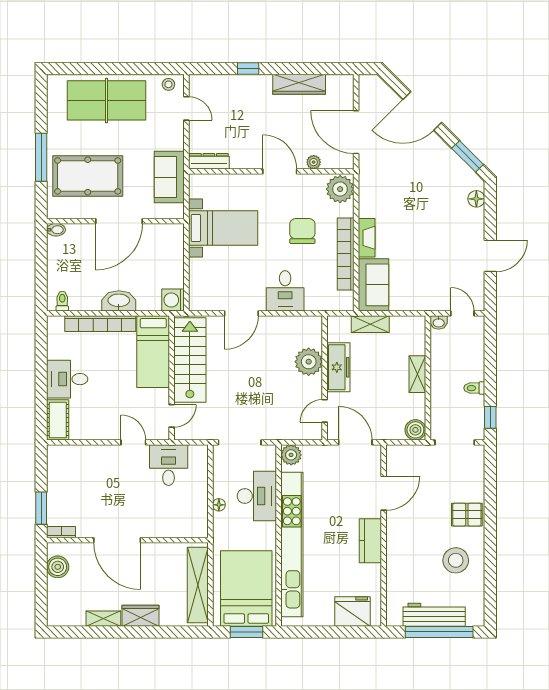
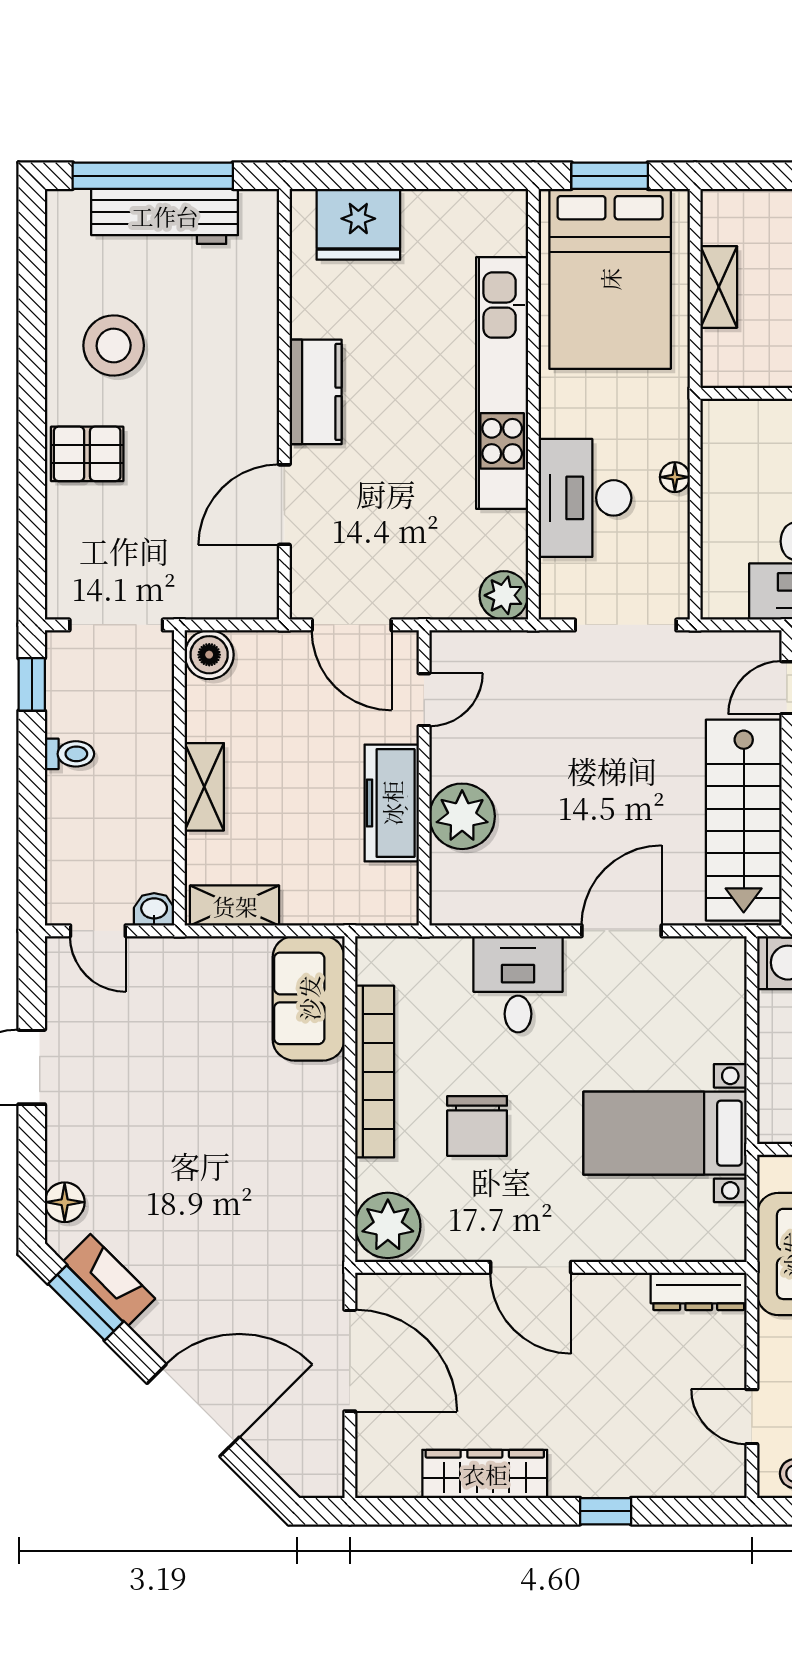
plant: (314, 162) -> (450, 1289), removed
fireplace: (367, 238) -> (109, 1280), moved, turned 135
shelving: (370, 324) -> (235, 906), moved
kitchen unit: (292, 544) -> (502, 383), width x0.73
shelving: (198, 585) -> (719, 287), width x0.45, depth x0.75

